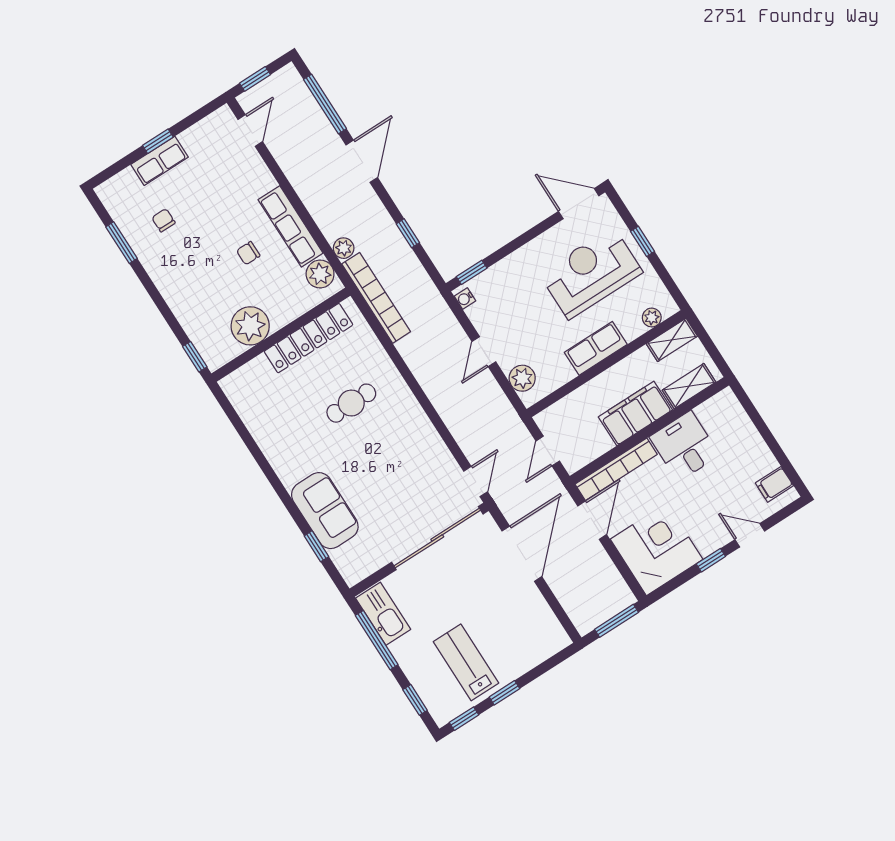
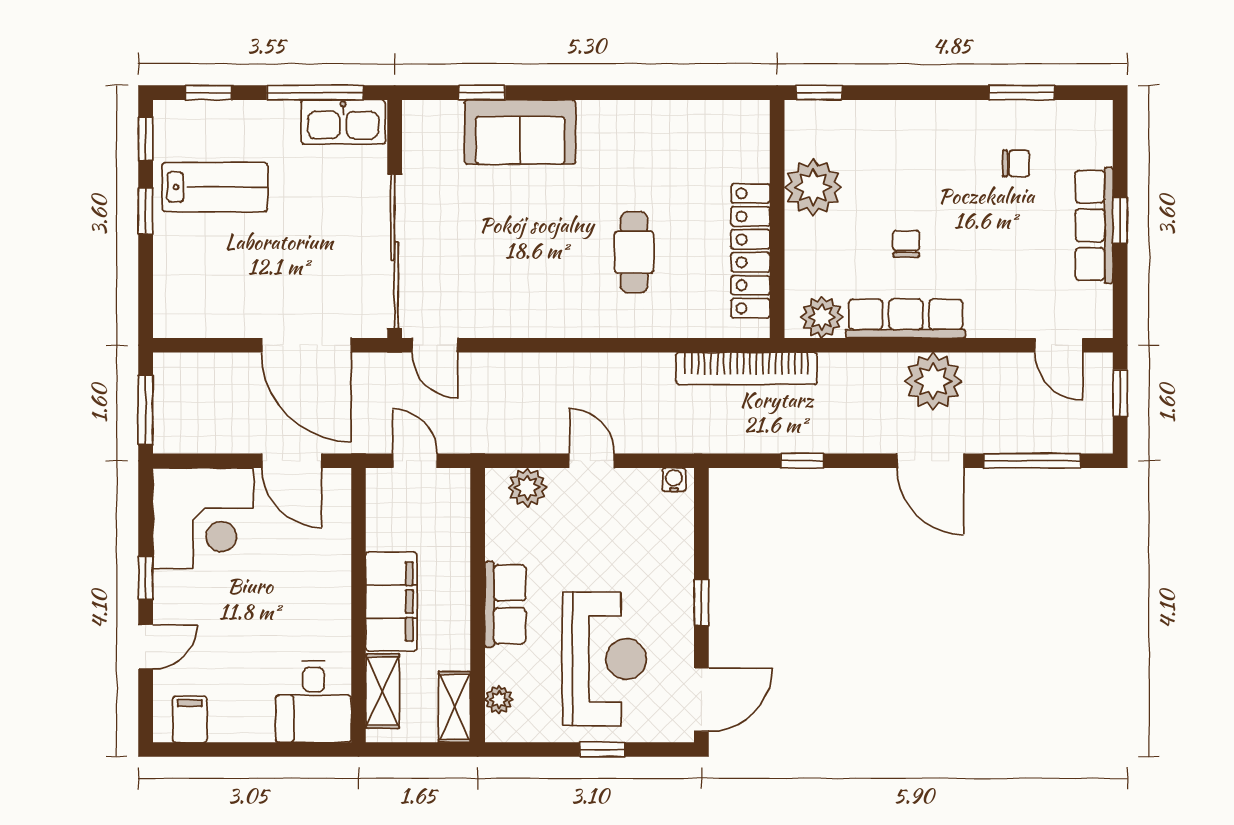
row of seats: (160, 161) -> (1094, 225), width x1.48
plant: (344, 248) -> (933, 381), moved, width x1.87, depth x1.87
window: (472, 272) -> (701, 602), moved
desk: (684, 446) -> (314, 702), moved, turned 90
bookcase: (616, 469) -> (337, 532), removed

